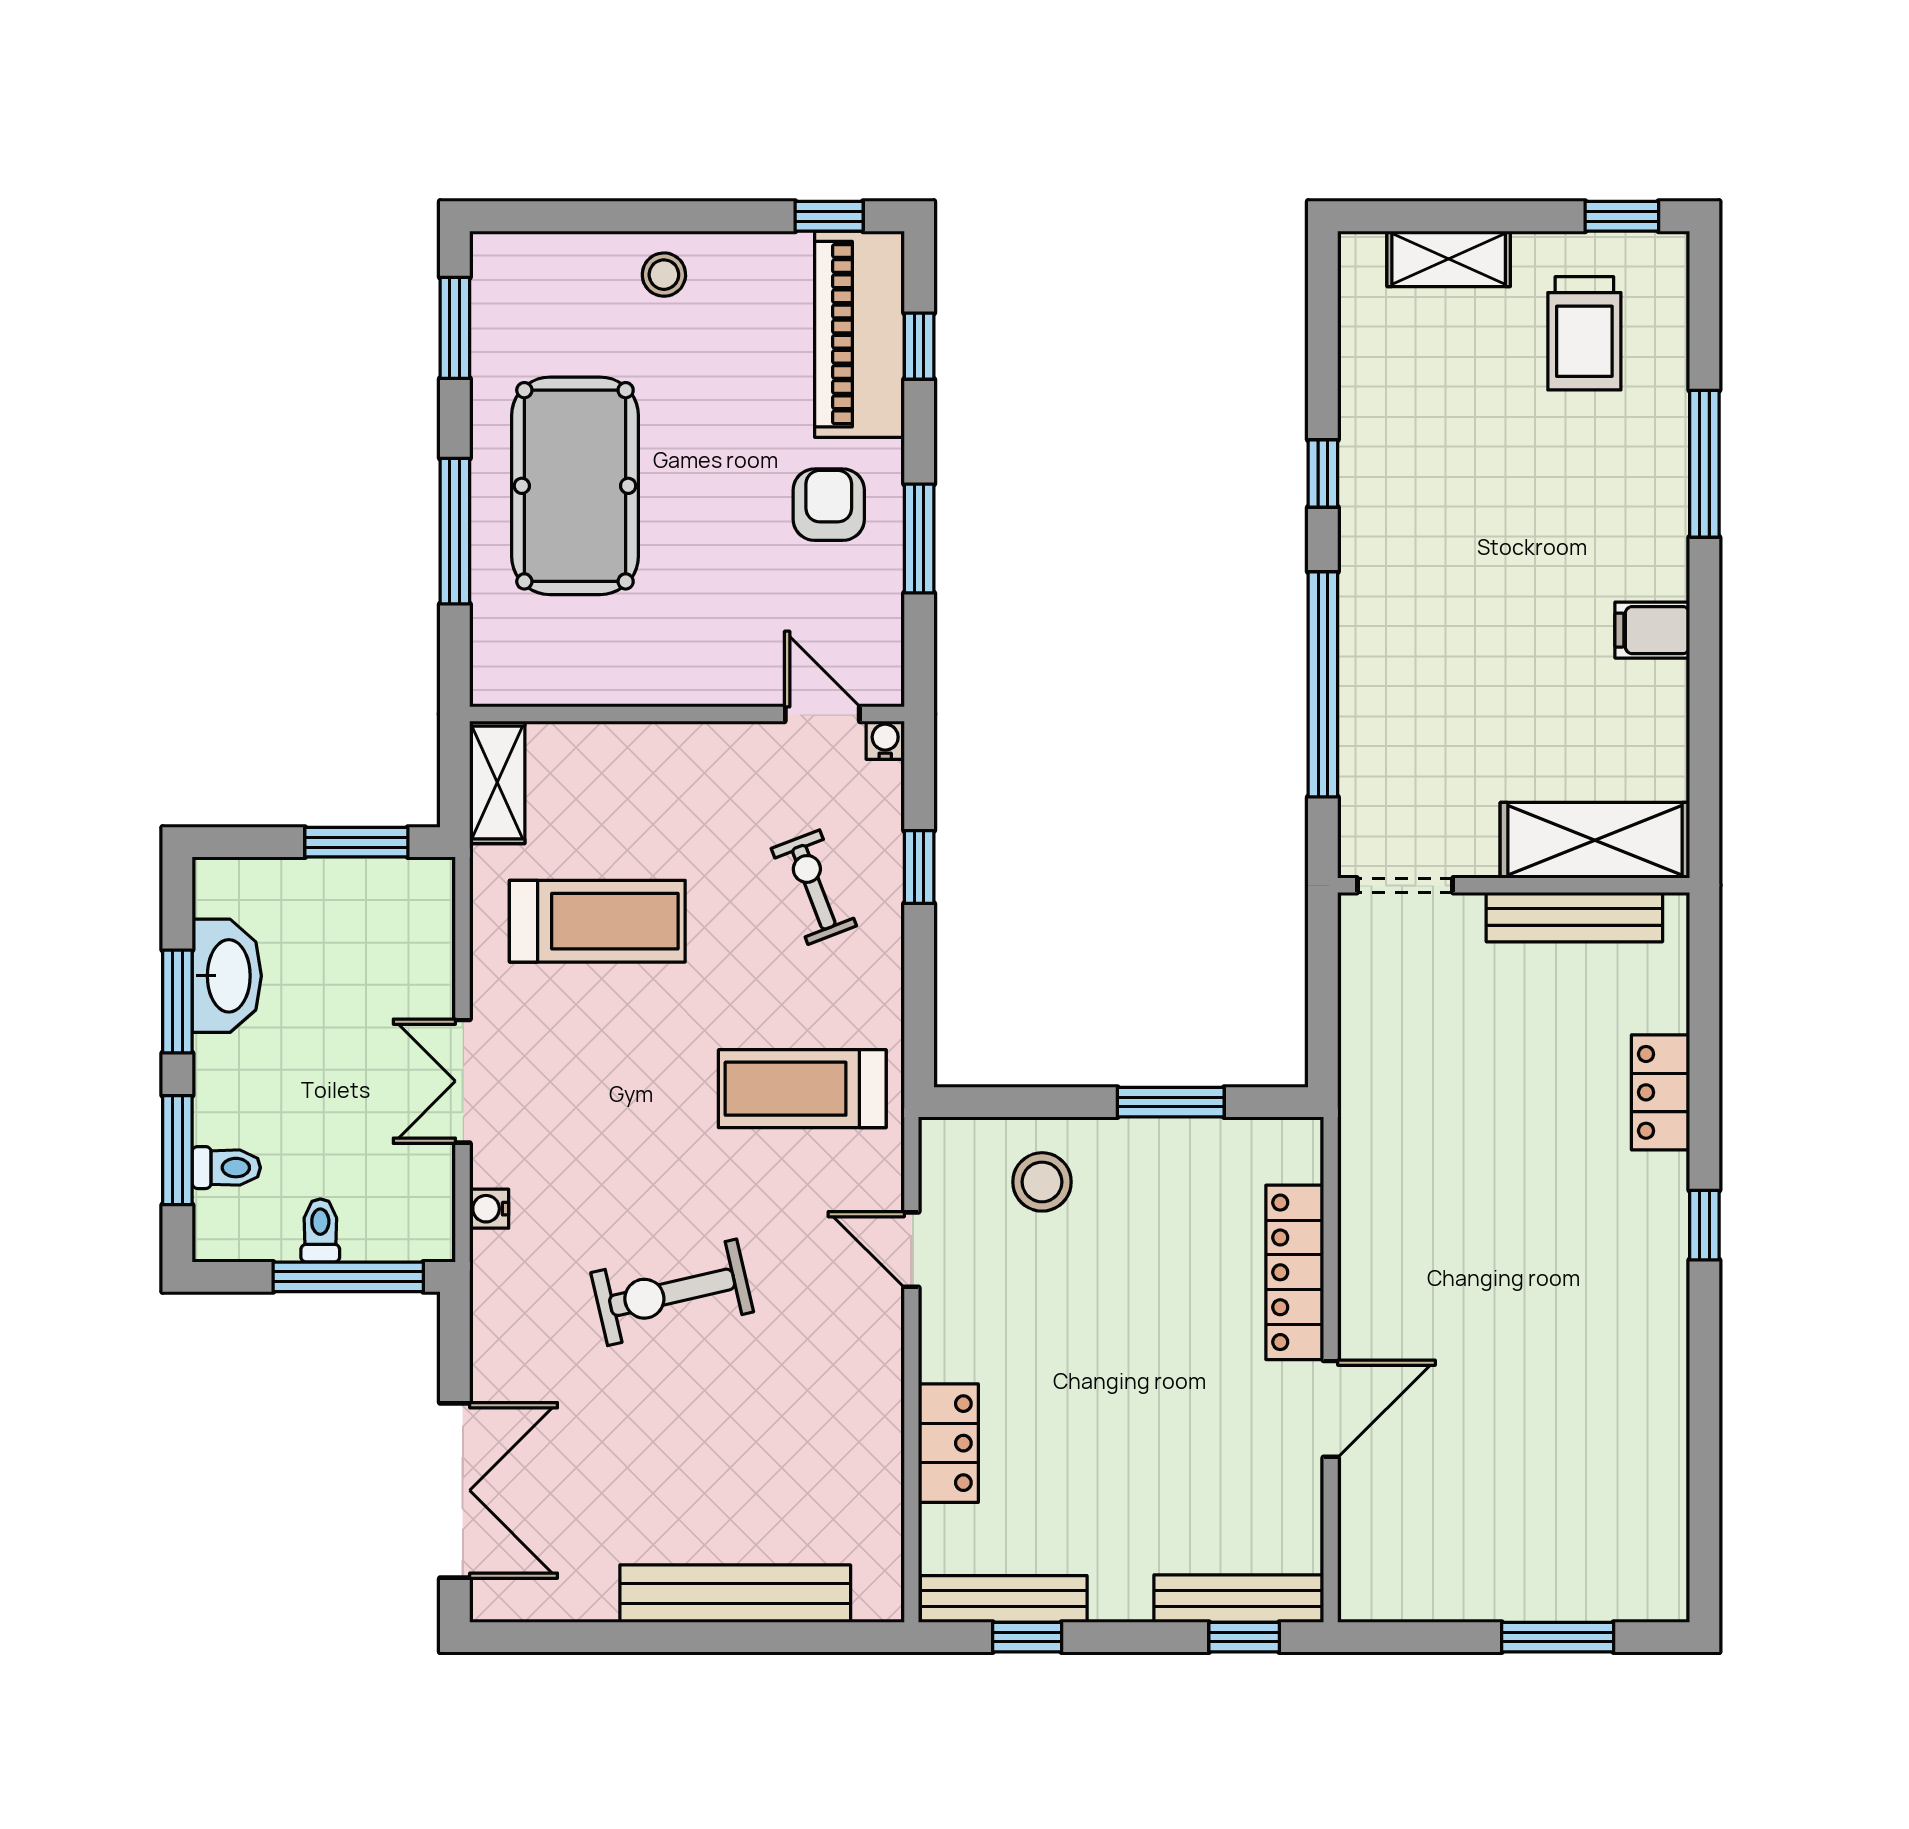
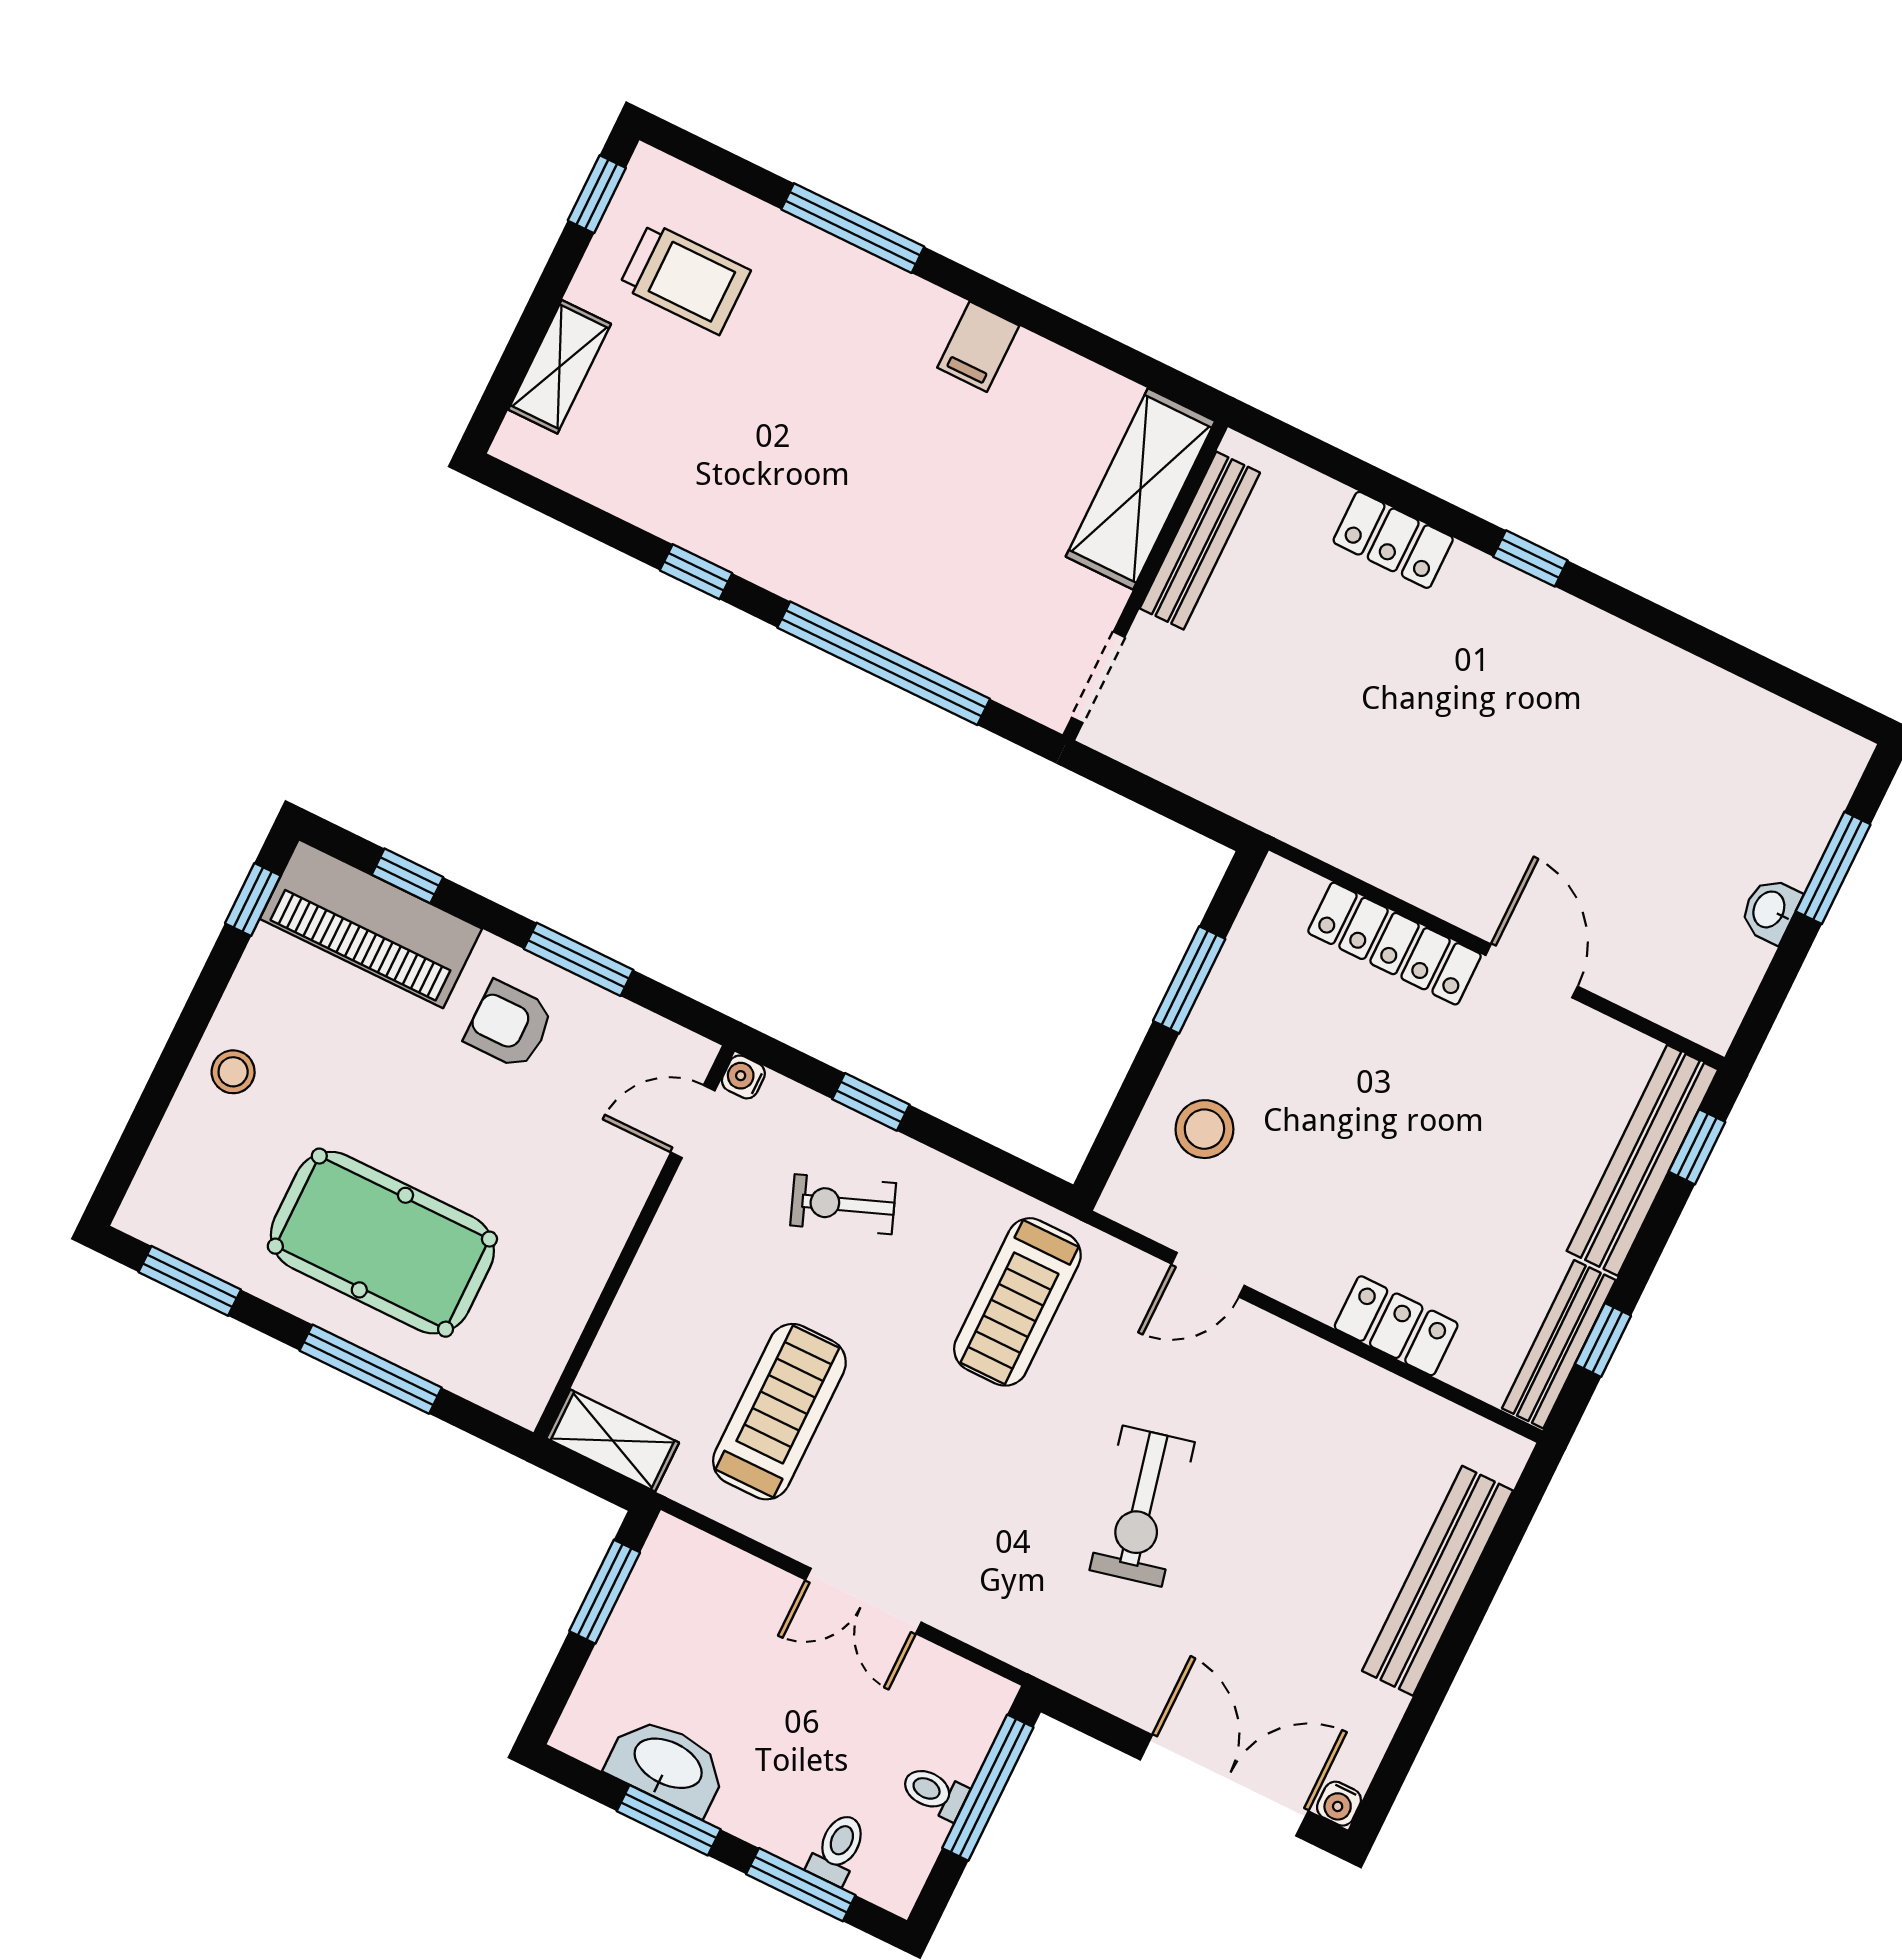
water cooler: (489, 1209) -> (1339, 1804), moved
bench: (1239, 1599) -> (1642, 1160), width x1.37, depth x1.21
washbasin: (1491, 1599) -> (1770, 910), added

